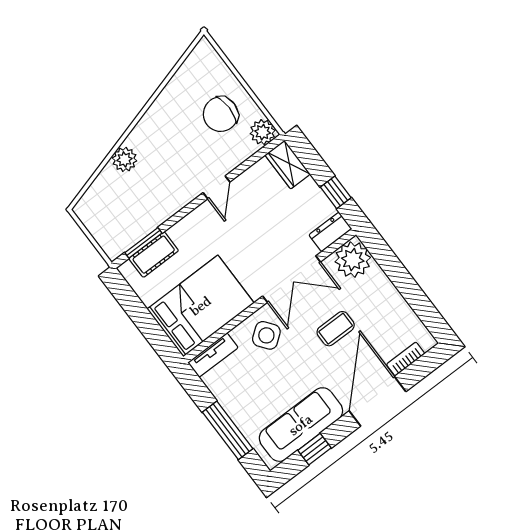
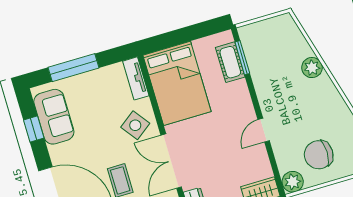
chair: (221, 114) -> (319, 155), turned -90
door: (216, 187) -> (264, 130), hinge flipped
sofa: (301, 425) -> (54, 117), width x0.73

